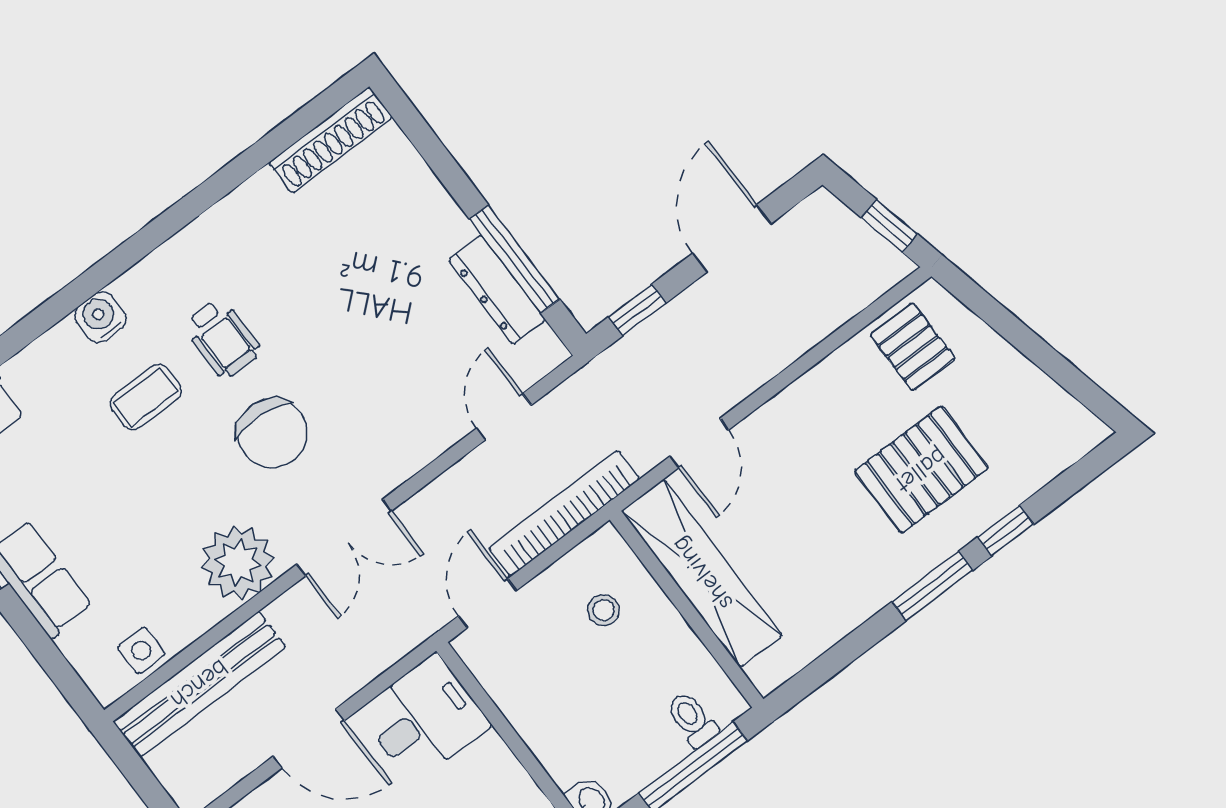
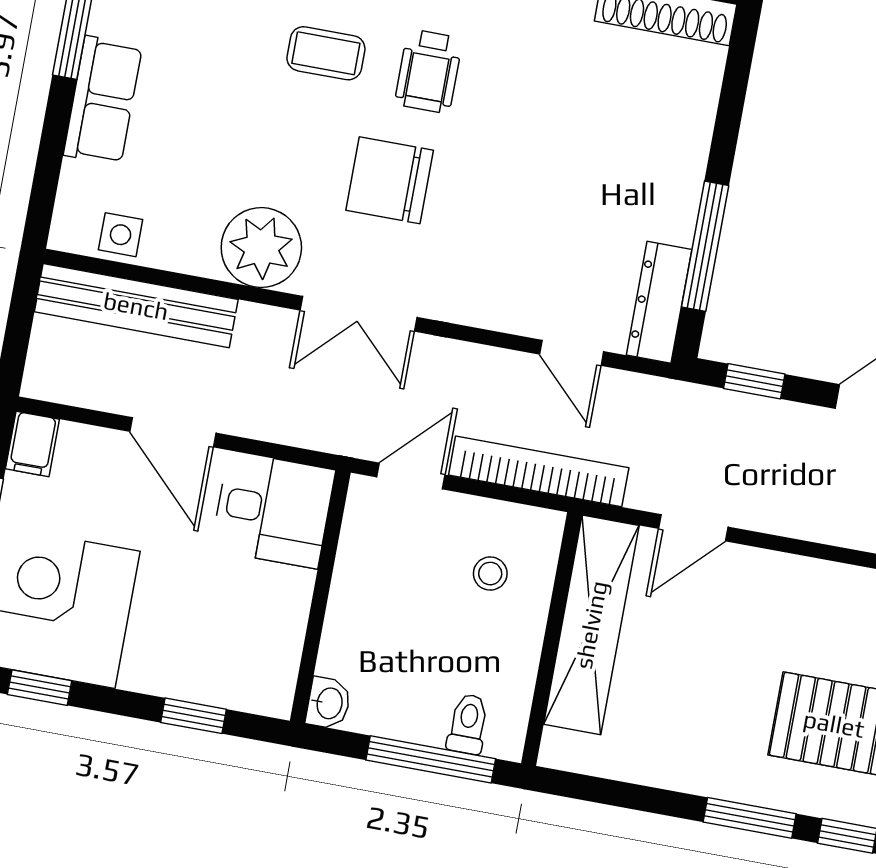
dresser: (497, 290) -> (659, 302), moved
door: (504, 417) -> (572, 353), swing flipped
chair: (272, 433) -> (390, 180), turned 86

